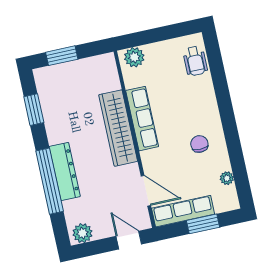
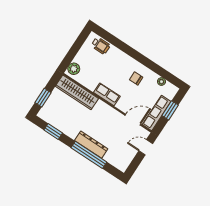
row of seats: (142, 119) -> (107, 94), width x0.68
wardrobe: (118, 128) -> (77, 92), moved
plant: (82, 233) -> (124, 163), removed

